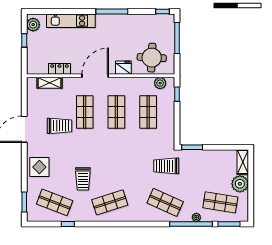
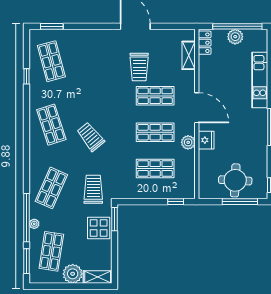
plant: (33, 25) -> (235, 37), moved
window: (24, 40) -> (237, 26), width x3.17
round table: (152, 58) -> (235, 180), moved
locker: (60, 69) -> (205, 43), moved
plant: (160, 83) -> (188, 142), moved
display table: (39, 167) -> (99, 228), moved
trolley: (83, 179) -> (91, 137), moved, turned 51
shop shelf: (55, 202) -> (51, 61), turned -36

